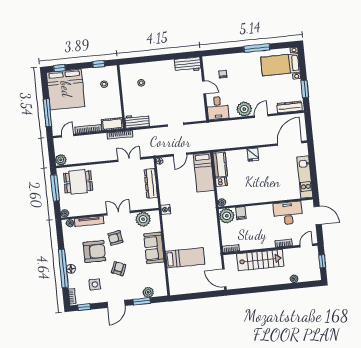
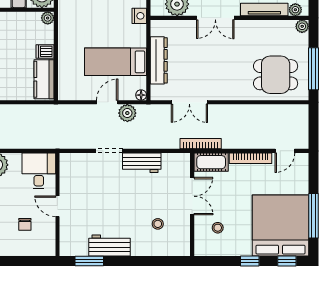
window: (181, 56) -> (89, 261), added
window: (99, 64) -> (250, 261), moved
workbench: (188, 65) -> (109, 245), moved
double door: (122, 102) -> (192, 196), added
window: (47, 113) -> (313, 216), moved
workbench: (137, 121) -> (142, 163), moved
plant: (61, 160) -> (127, 113), moved
bed: (204, 172) -> (116, 62), moved, turned -90

